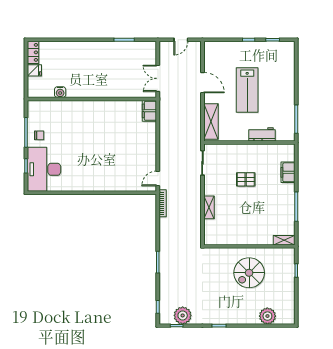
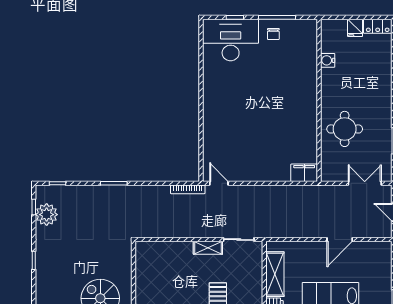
double door: (158, 78) -> (365, 183), moved
round table: (115, 79) -> (345, 129), added
shelving: (211, 122) -> (275, 274), moved, turned 90
shelving: (209, 207) -> (208, 248), moved

